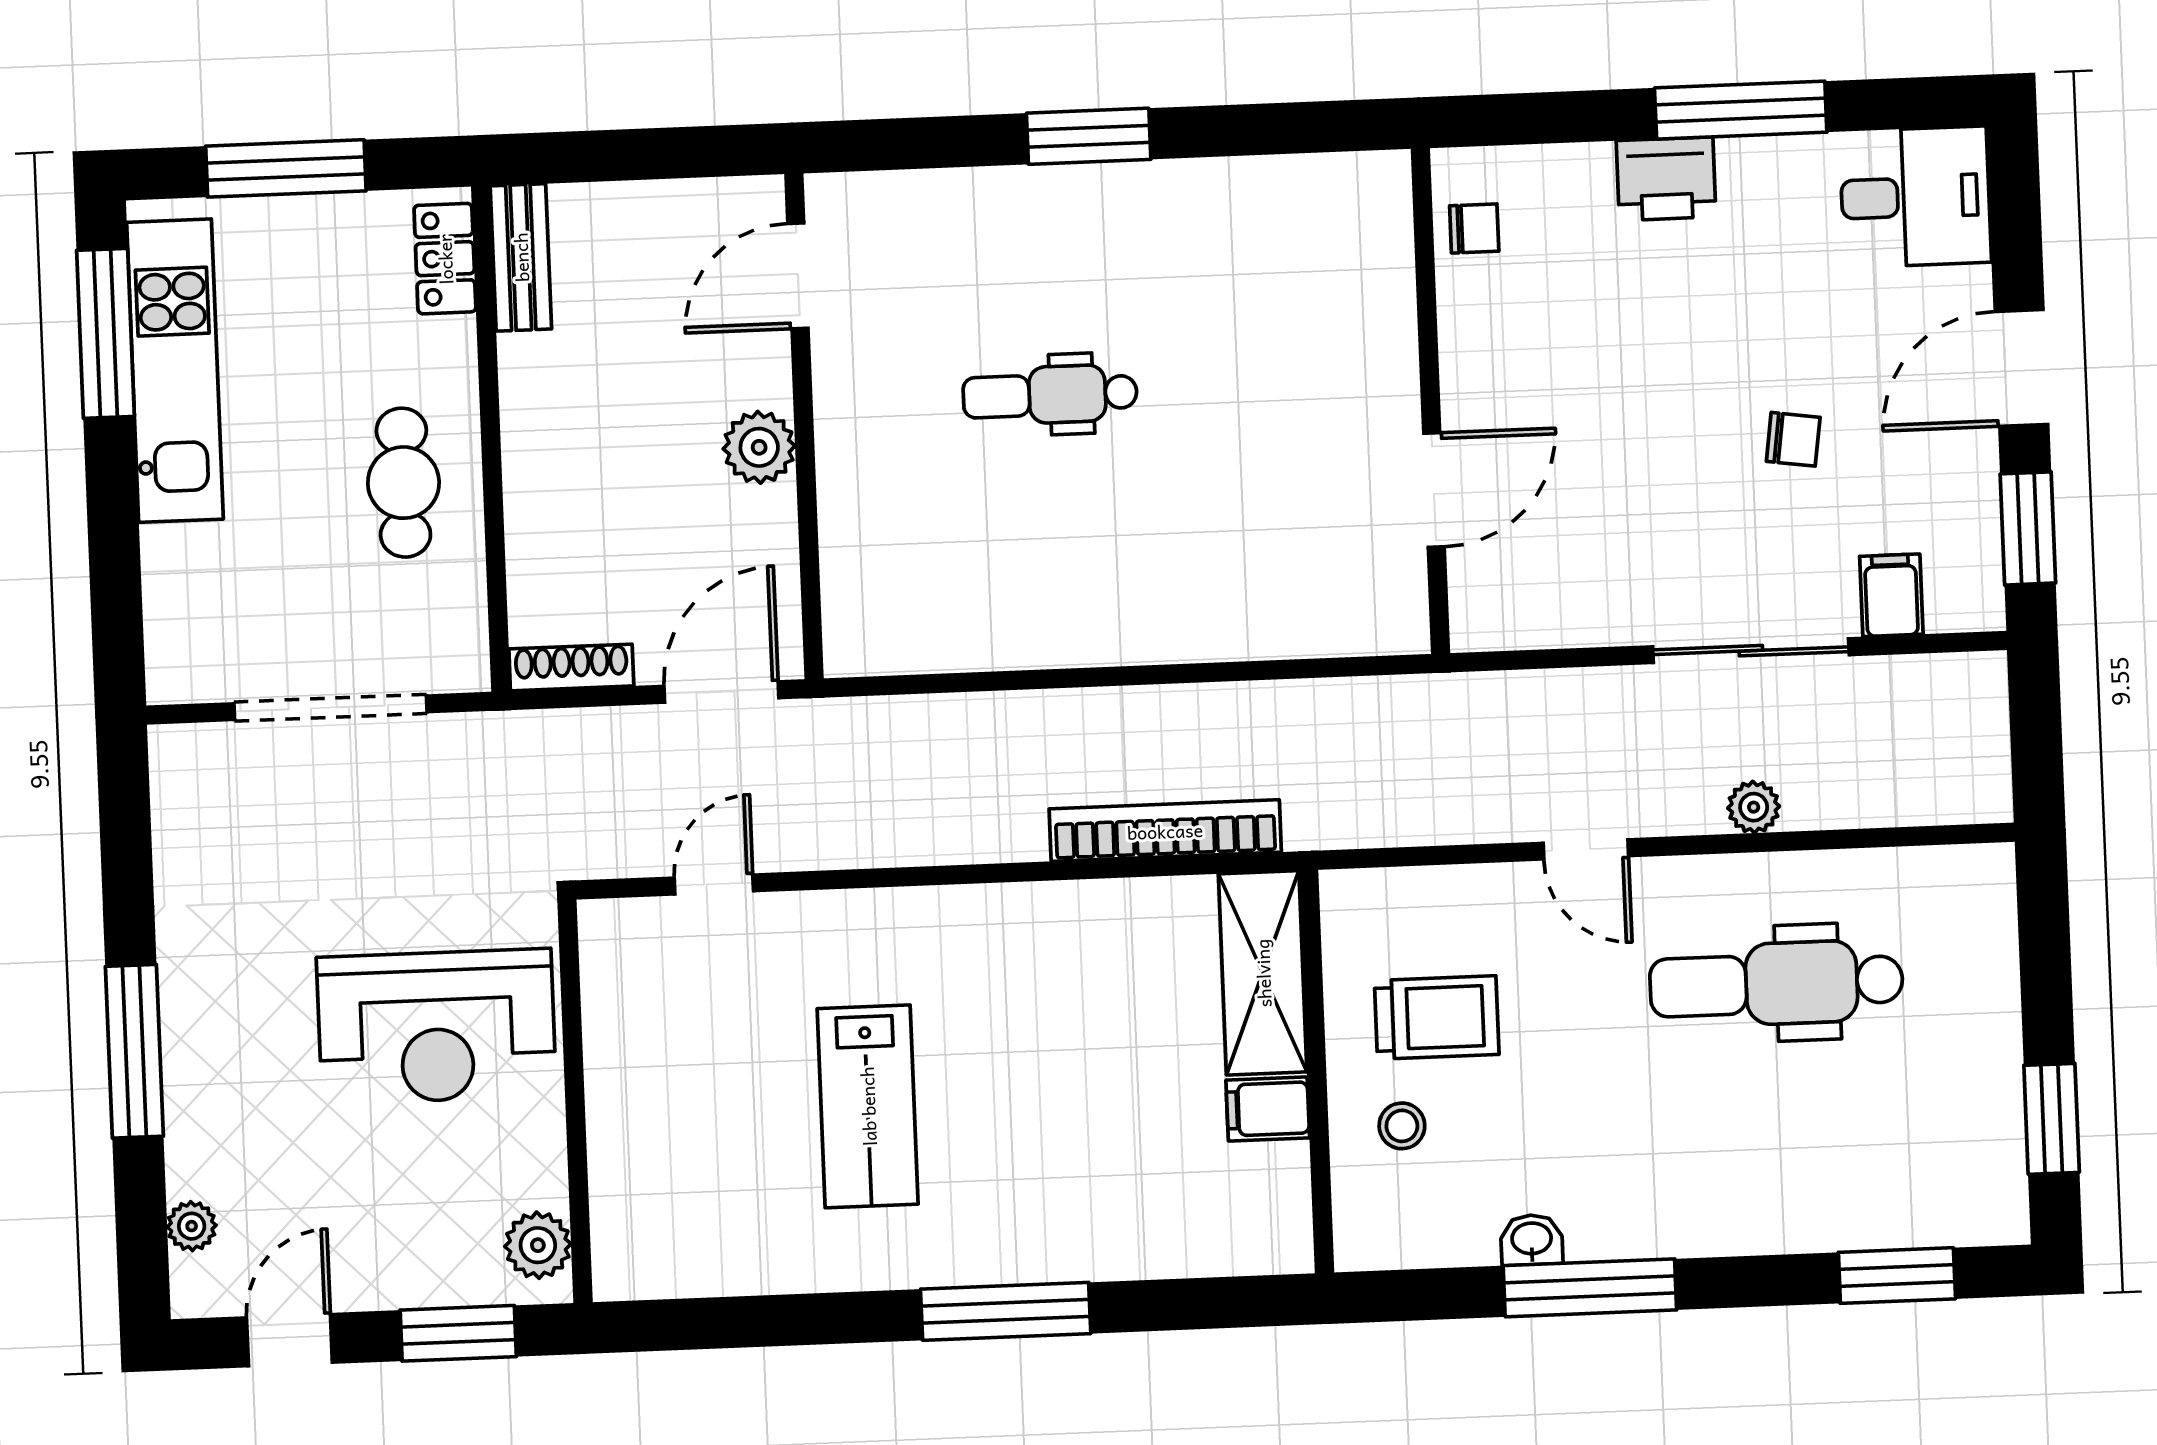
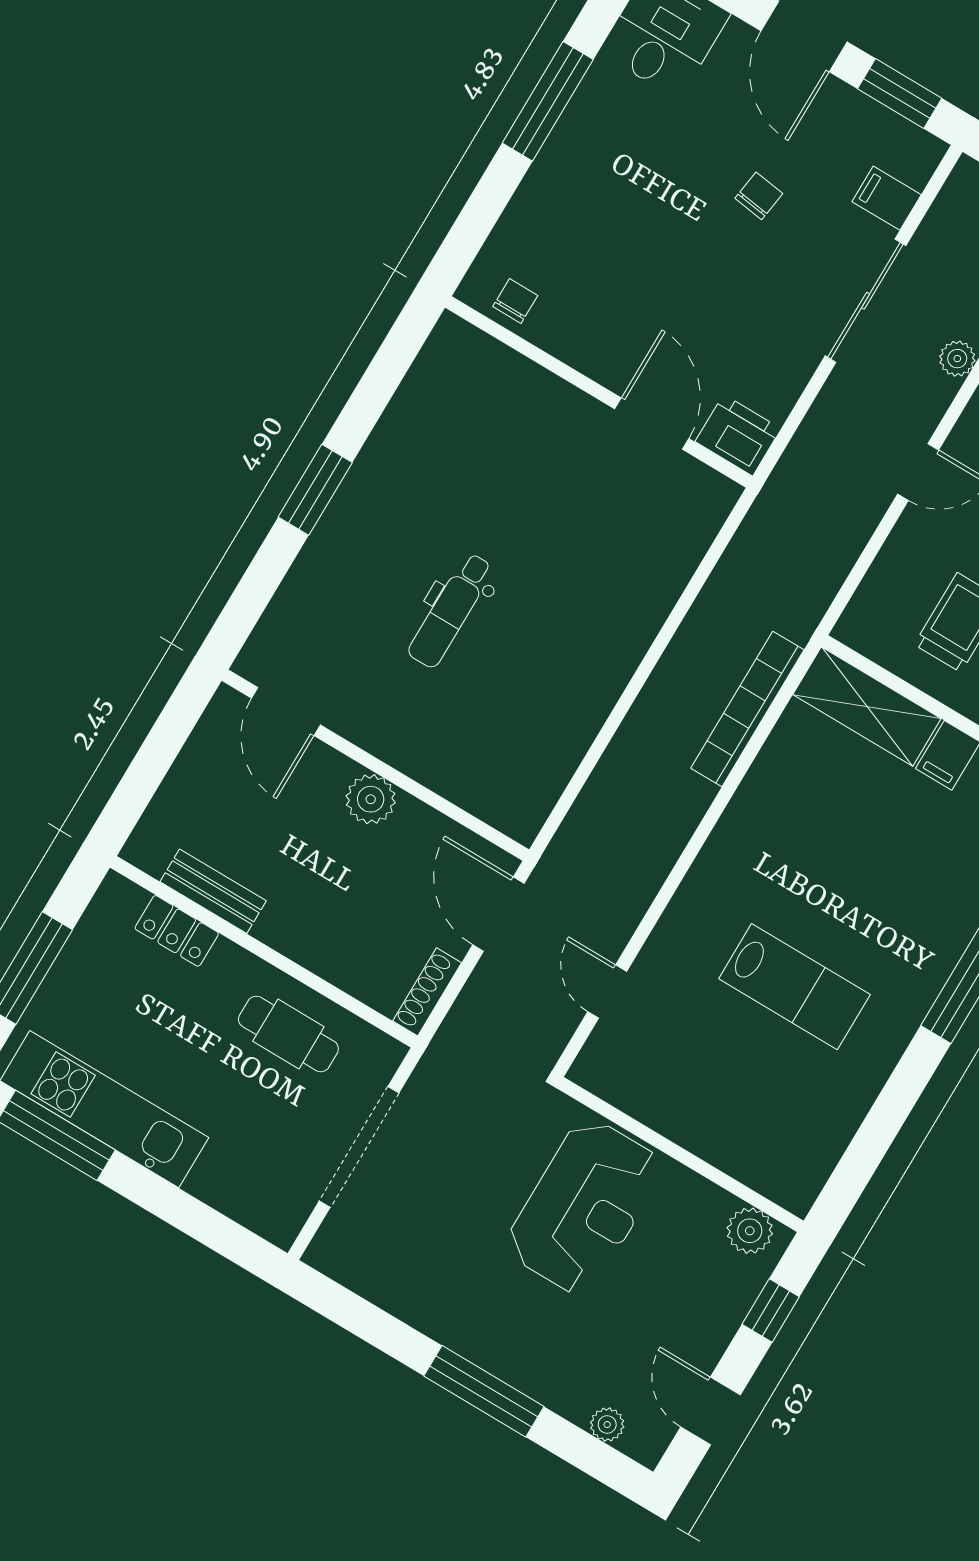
printer: (1666, 179) -> (738, 435), moved, turned -90
bench: (521, 257) -> (213, 891), moved
locker: (445, 259) -> (177, 931), moved
cafe table: (403, 483) -> (288, 1034), moved
window: (458, 1333) -> (771, 1310), width x0.67

